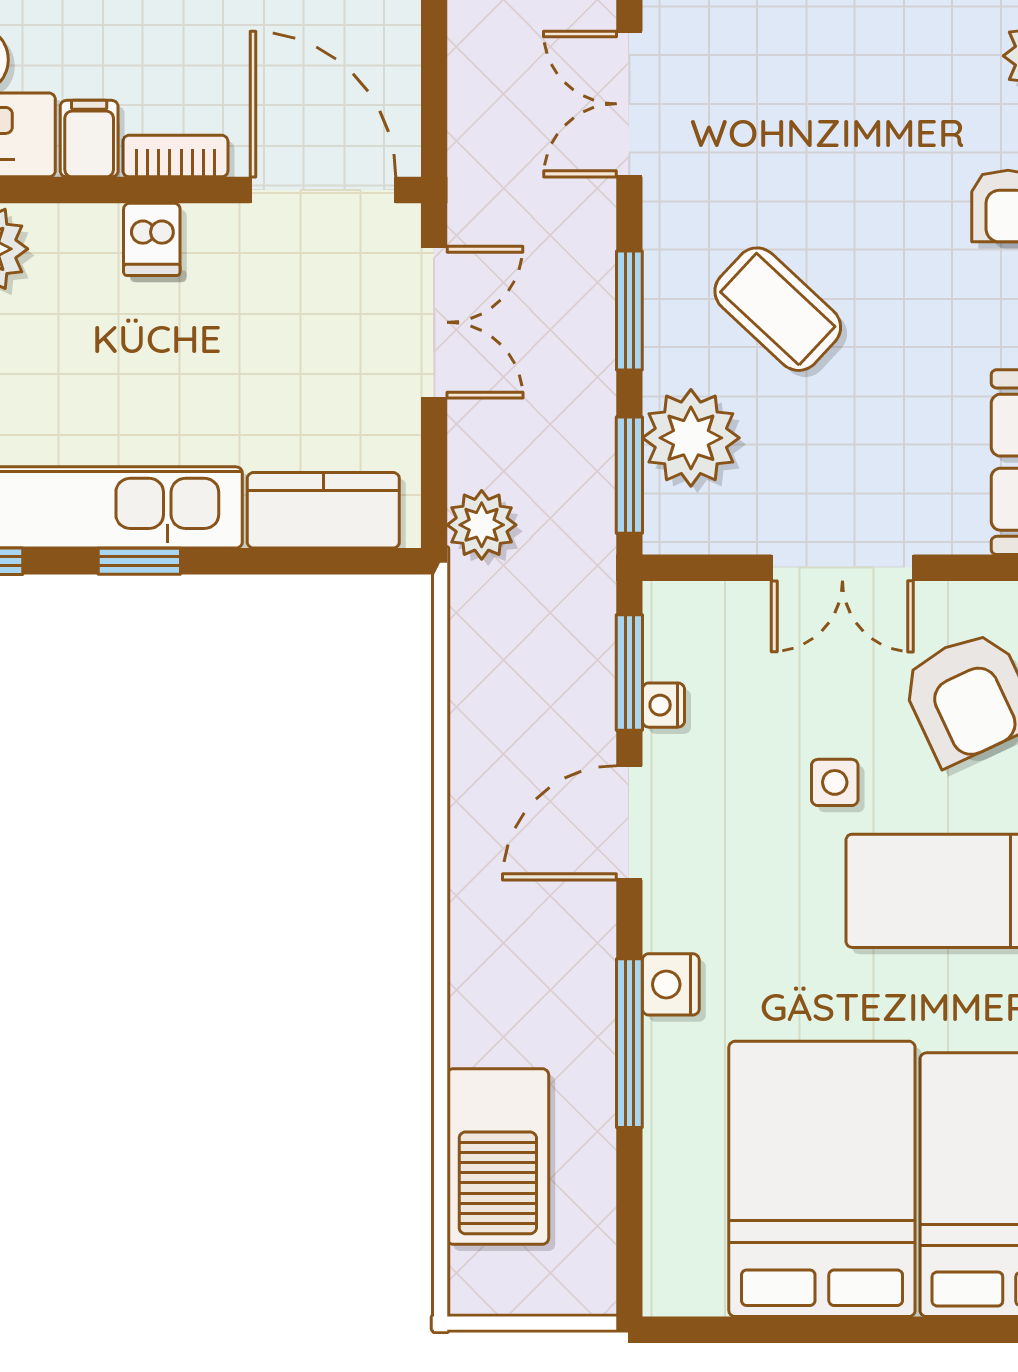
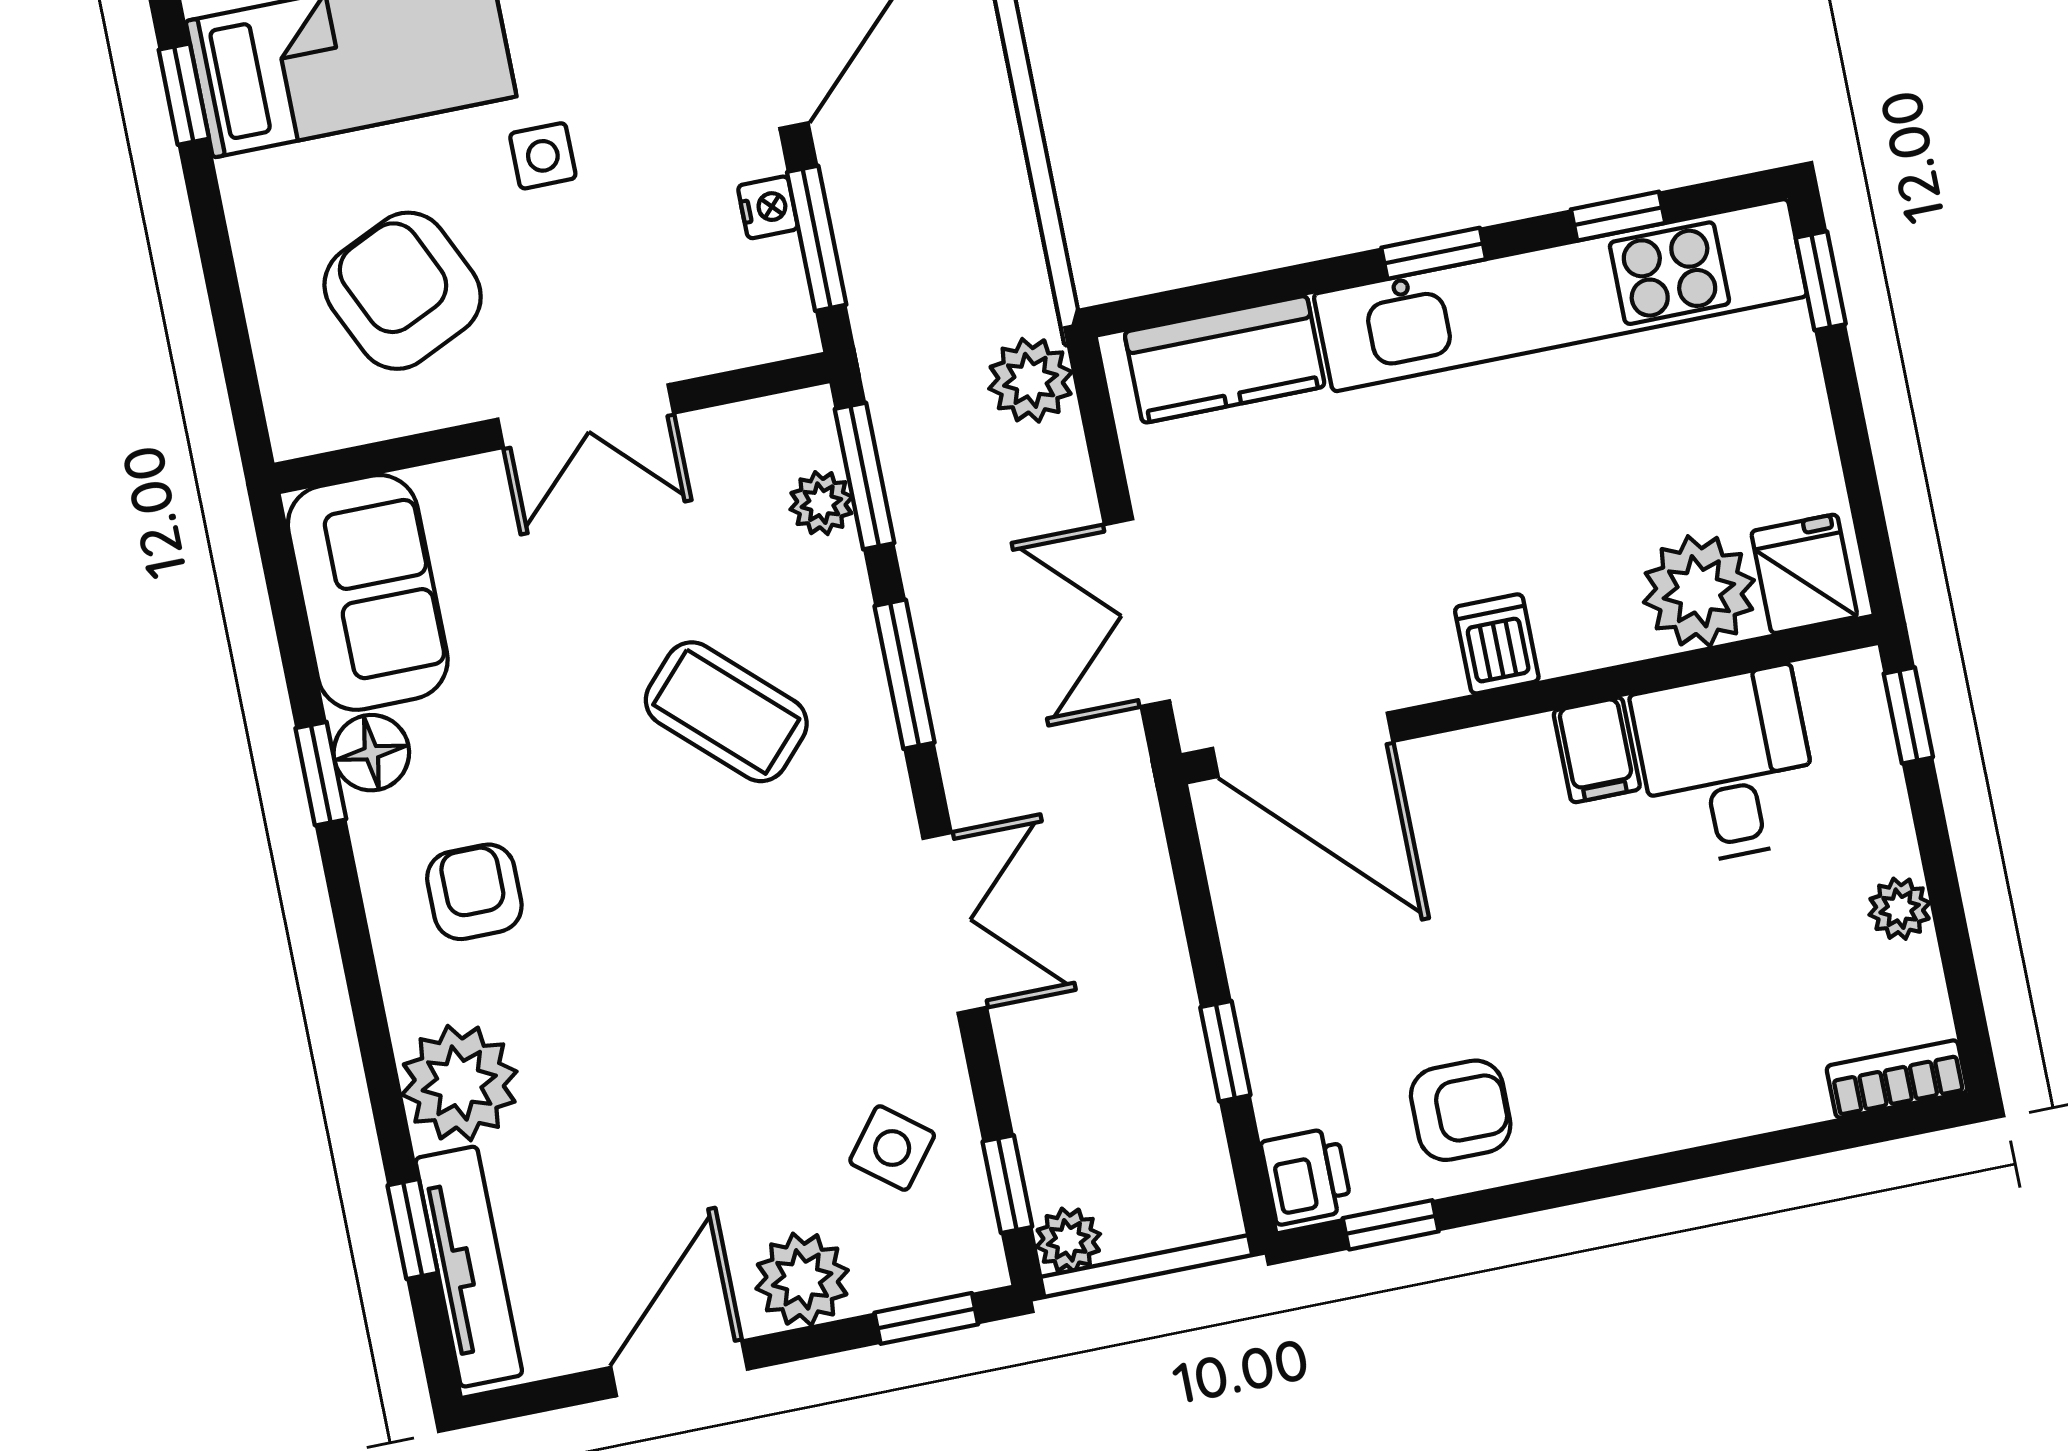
bookcase: (175, 156) -> (1489, 750), removed
plant: (691, 438) -> (821, 503), width x0.53, depth x0.53
double door: (842, 568) -> (586, 416), swing flipped

